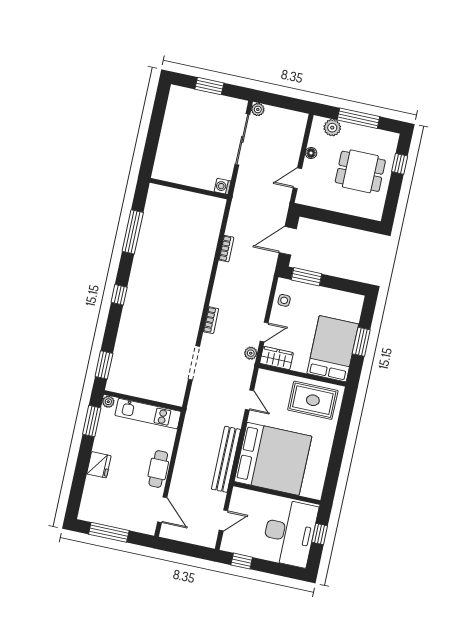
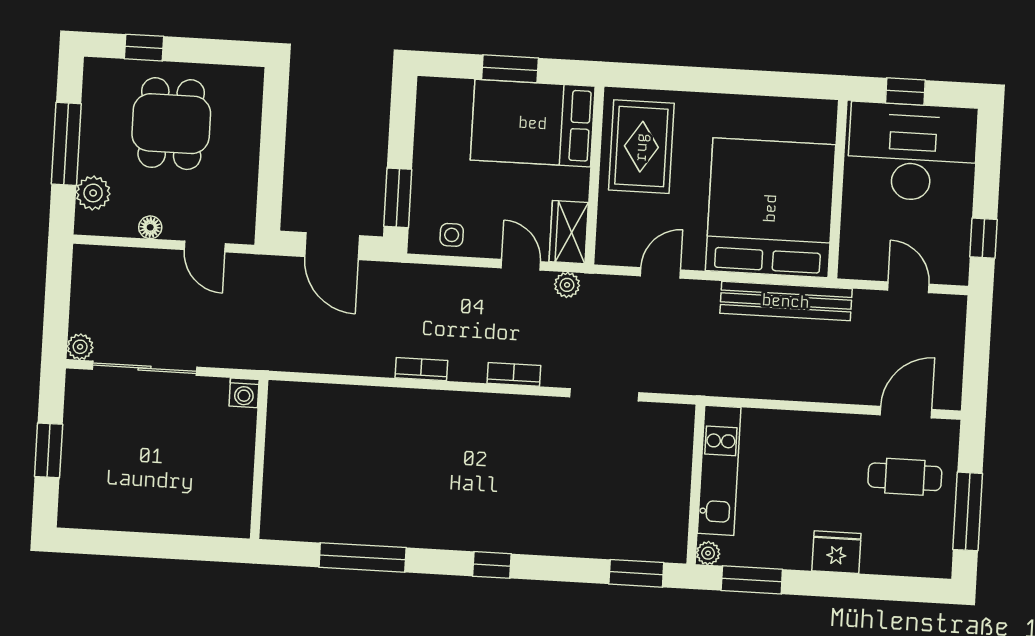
bookcase: (226, 249) -> (421, 369), moved
cafe table: (158, 469) -> (905, 477), moved

